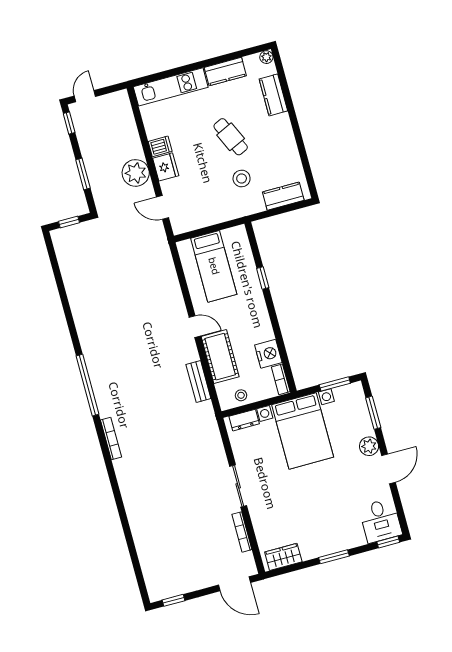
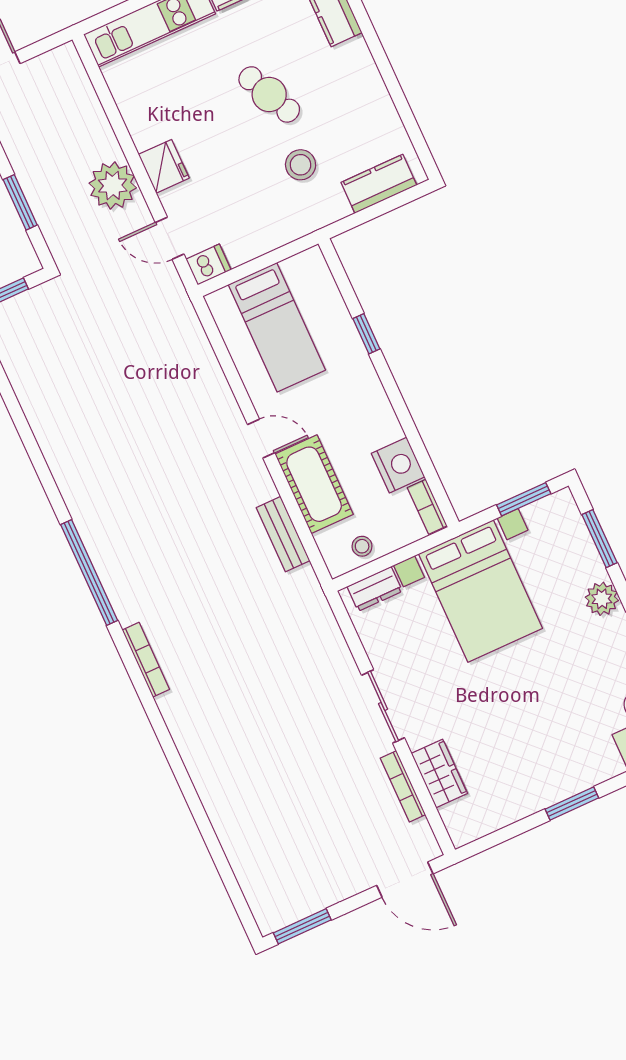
dishwasher: (160, 146) -> (208, 264), moved
wardrobe: (283, 557) -> (439, 773), moved, turned 90
window: (173, 600) -> (302, 926), width x1.50

